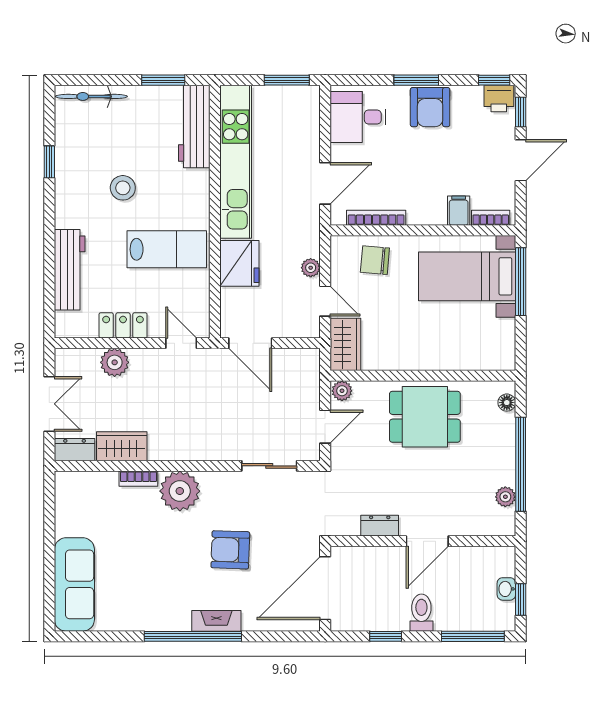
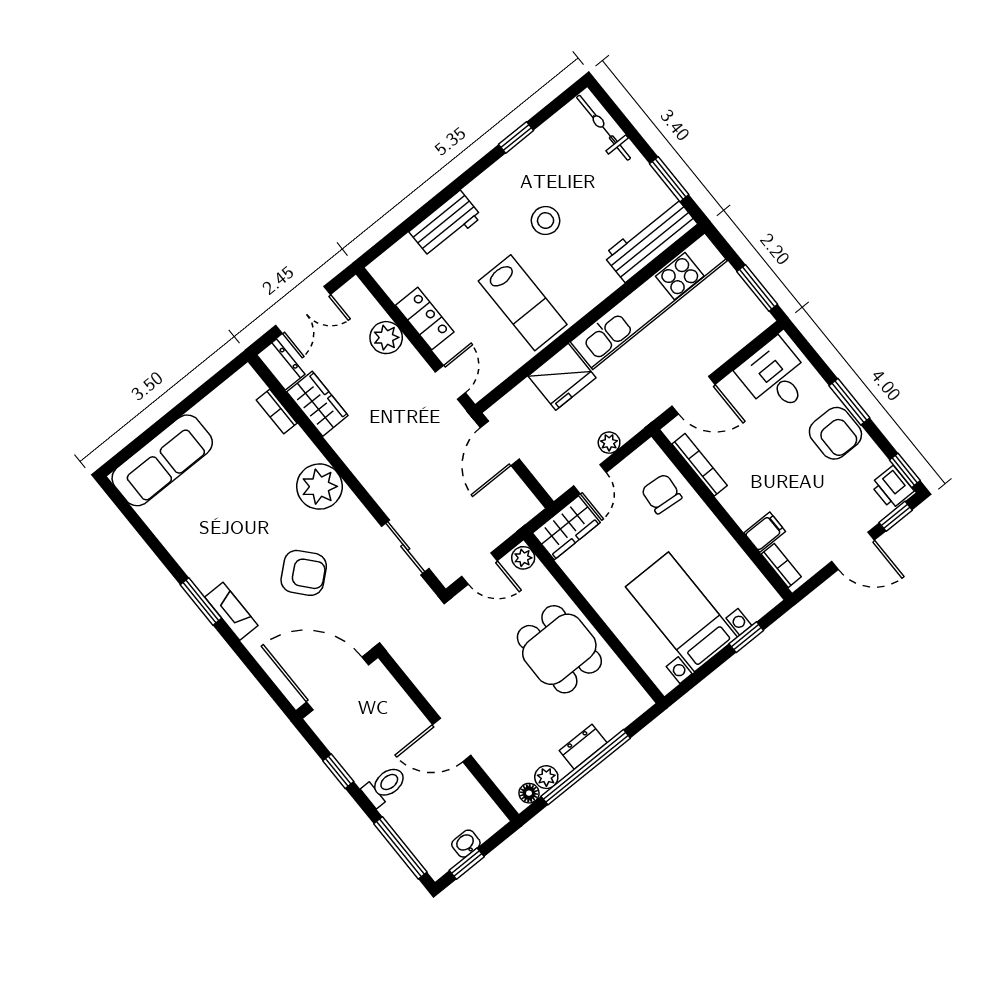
armchair: (430, 107) -> (835, 433), turned -90
workbench: (70, 270) -> (445, 224), width x0.73
bed with nightstands: (467, 276) -> (681, 612), moved
window: (521, 282) -> (746, 637), width x0.46
floor lamp: (507, 403) -> (529, 793), moved
bookcase: (138, 479) -> (277, 412), moved
dresser: (380, 526) -> (583, 747), moved, turned -90
armchair: (230, 550) -> (304, 573), turned 137
window: (193, 636) -> (201, 602), width x0.47

